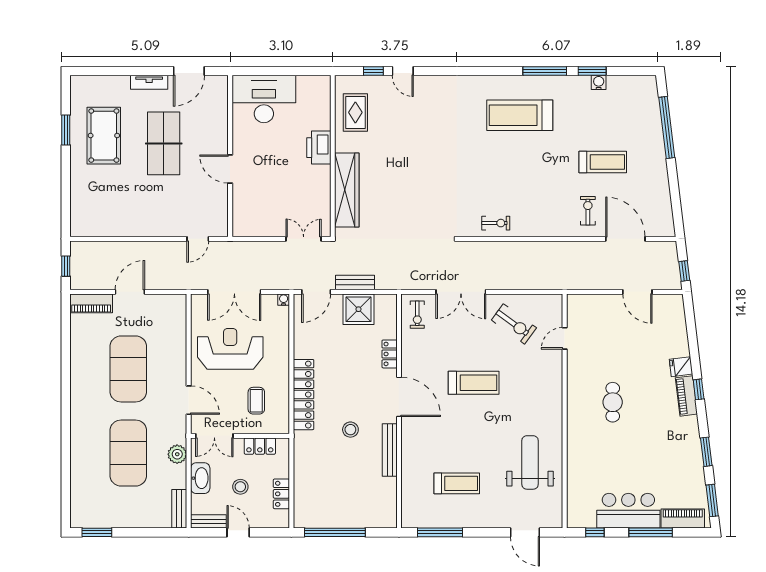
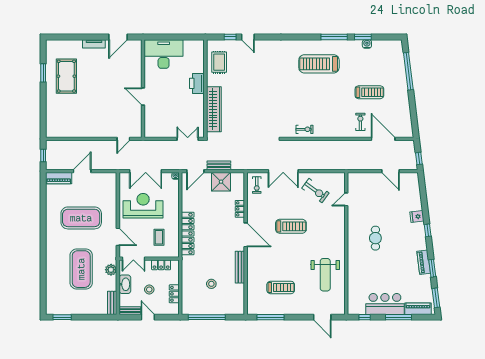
table tennis table: (164, 143) -> (103, 81), removed
exercise mat: (128, 369) -> (81, 218), turned 90
piano: (686, 396) -> (424, 262), moved
stool: (350, 430) -> (211, 284), moved
weight bench: (530, 462) -> (325, 275), turned 180

